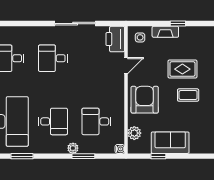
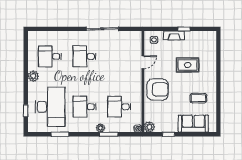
printer: (115, 39) -> (134, 41), removed
coffee table: (188, 95) -> (198, 98), moved
armchair: (145, 100) -> (158, 89), turned 90
desk: (53, 121) -> (85, 107), turned 180
plant: (134, 133) -> (149, 127), moved
sofa: (170, 143) -> (193, 124), moved

